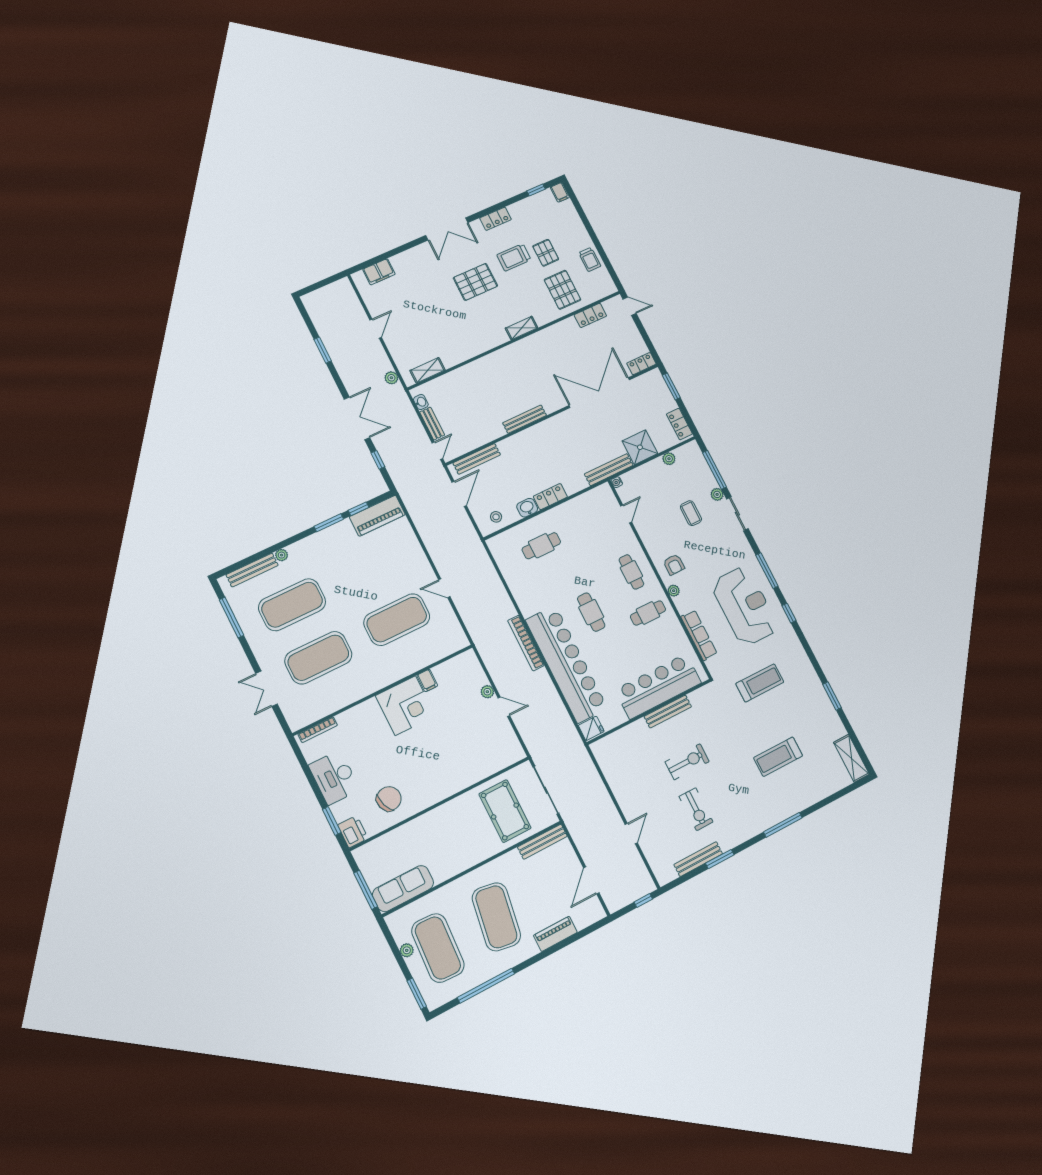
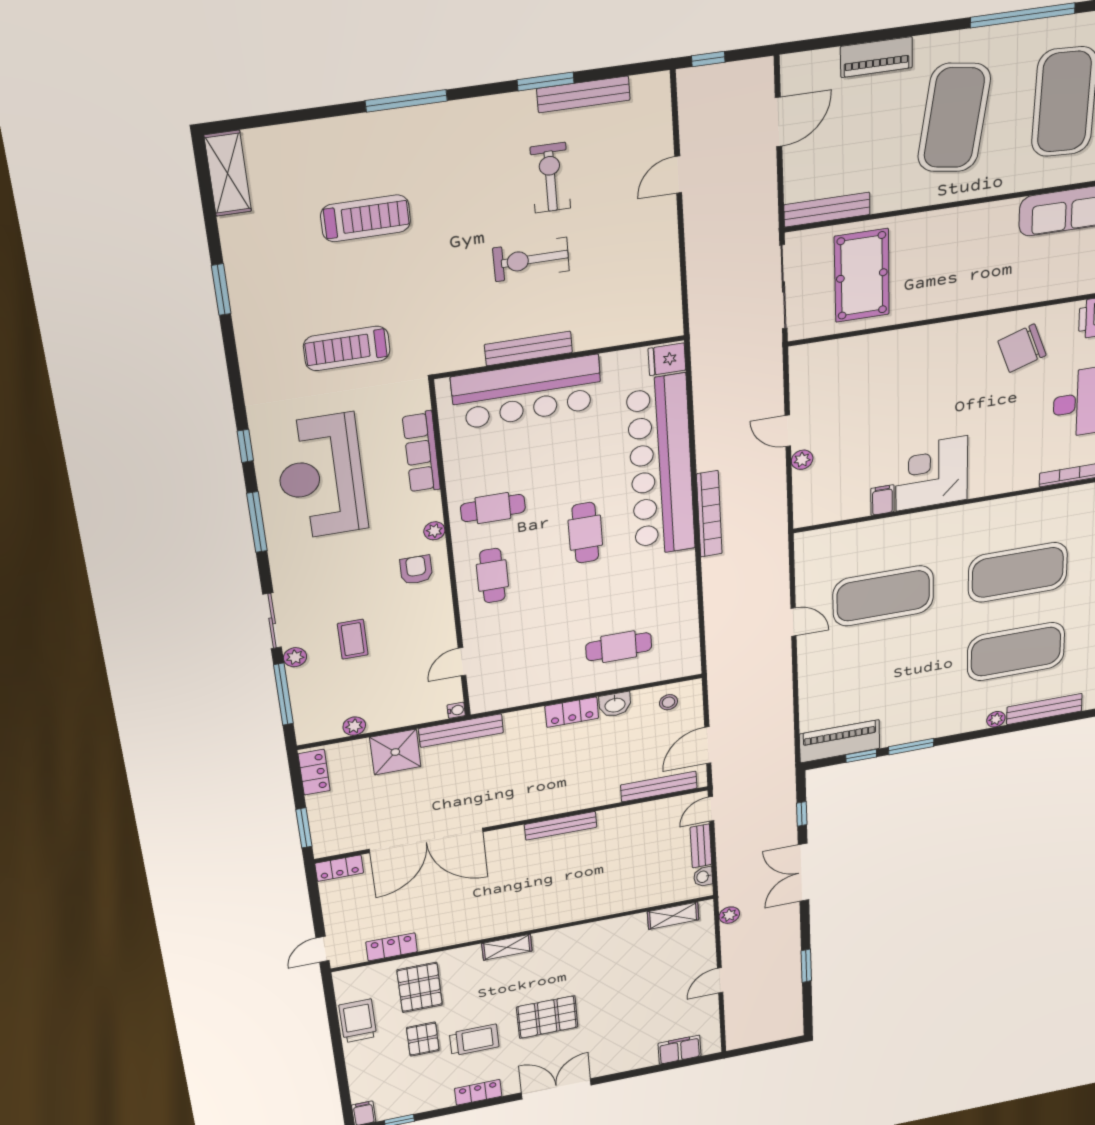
trolley: (590, 259) -> (358, 1021), width x1.36, depth x1.39
door: (630, 306) -> (323, 949), hinge flipped

